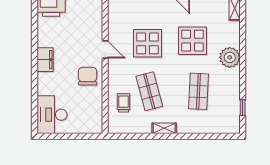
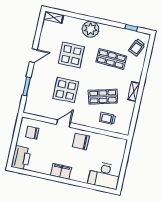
chair: (85, 13) -> (32, 133), added
trolley: (220, 120) -> (137, 47), added

